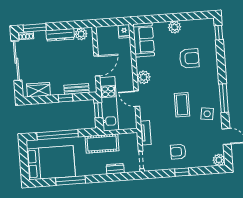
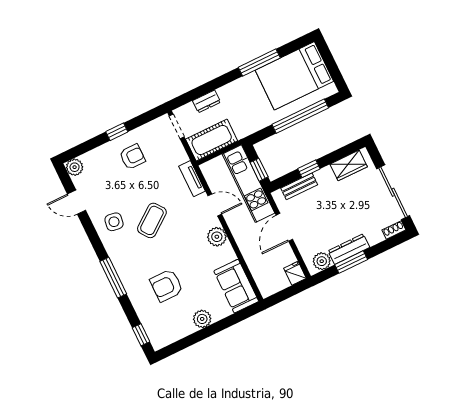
window: (35, 28) -> (351, 262), moved
fridge: (124, 31) -> (295, 273), moved
window: (224, 98) -> (113, 278), moved
coffee table: (182, 105) -> (152, 220), turned 53
tv unit: (146, 133) -> (192, 179), moved
cot: (102, 144) -> (212, 140), moved

